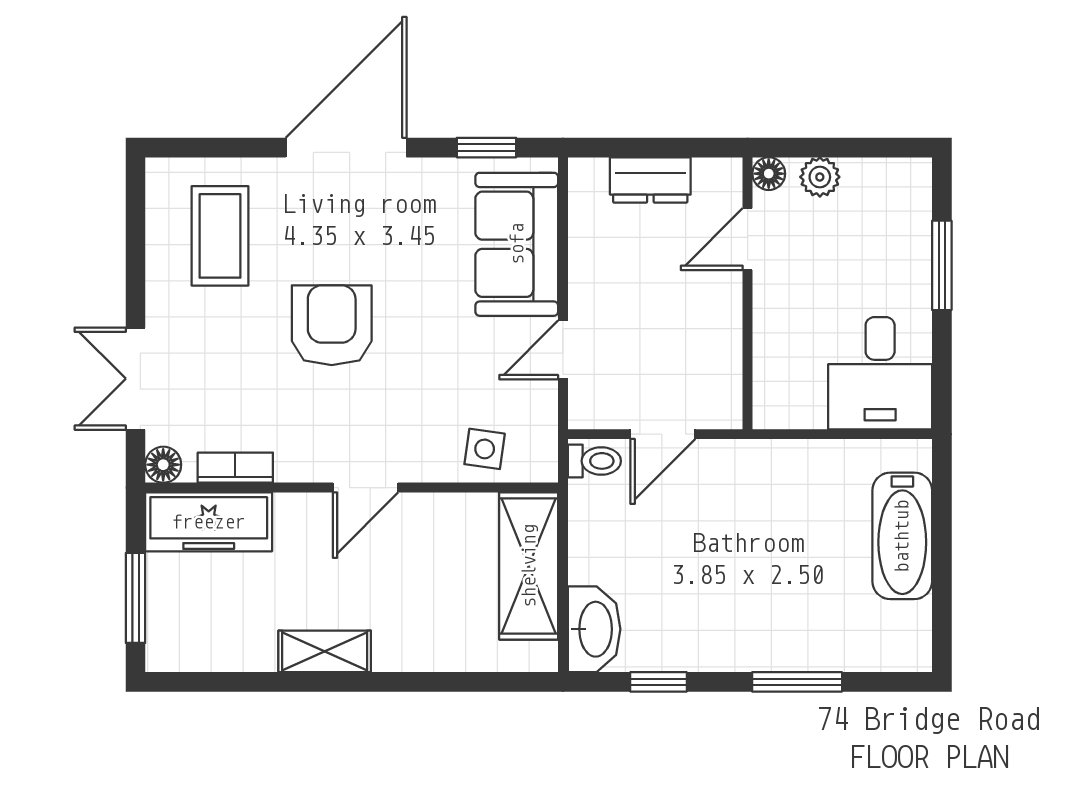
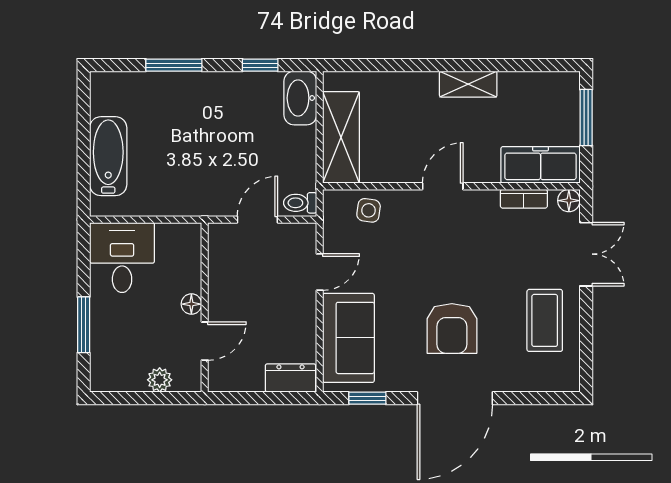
floor lamp: (769, 174) -> (191, 304), moved
dresser: (650, 180) -> (291, 378), moved
coffee table: (220, 236) -> (545, 320), moved
armchair: (332, 325) -> (452, 328), moved

